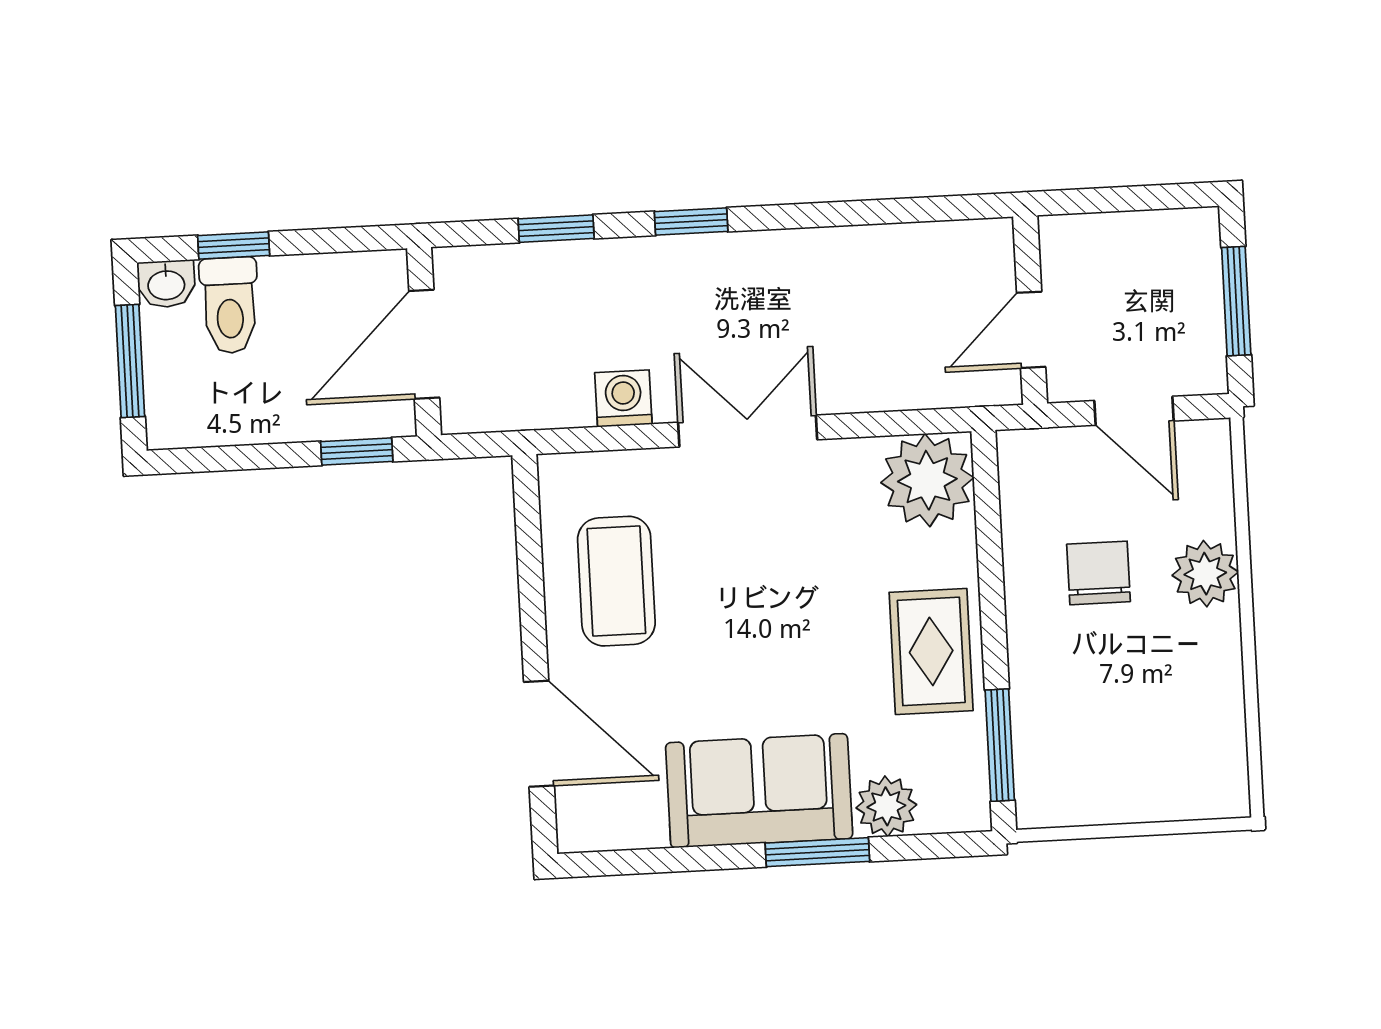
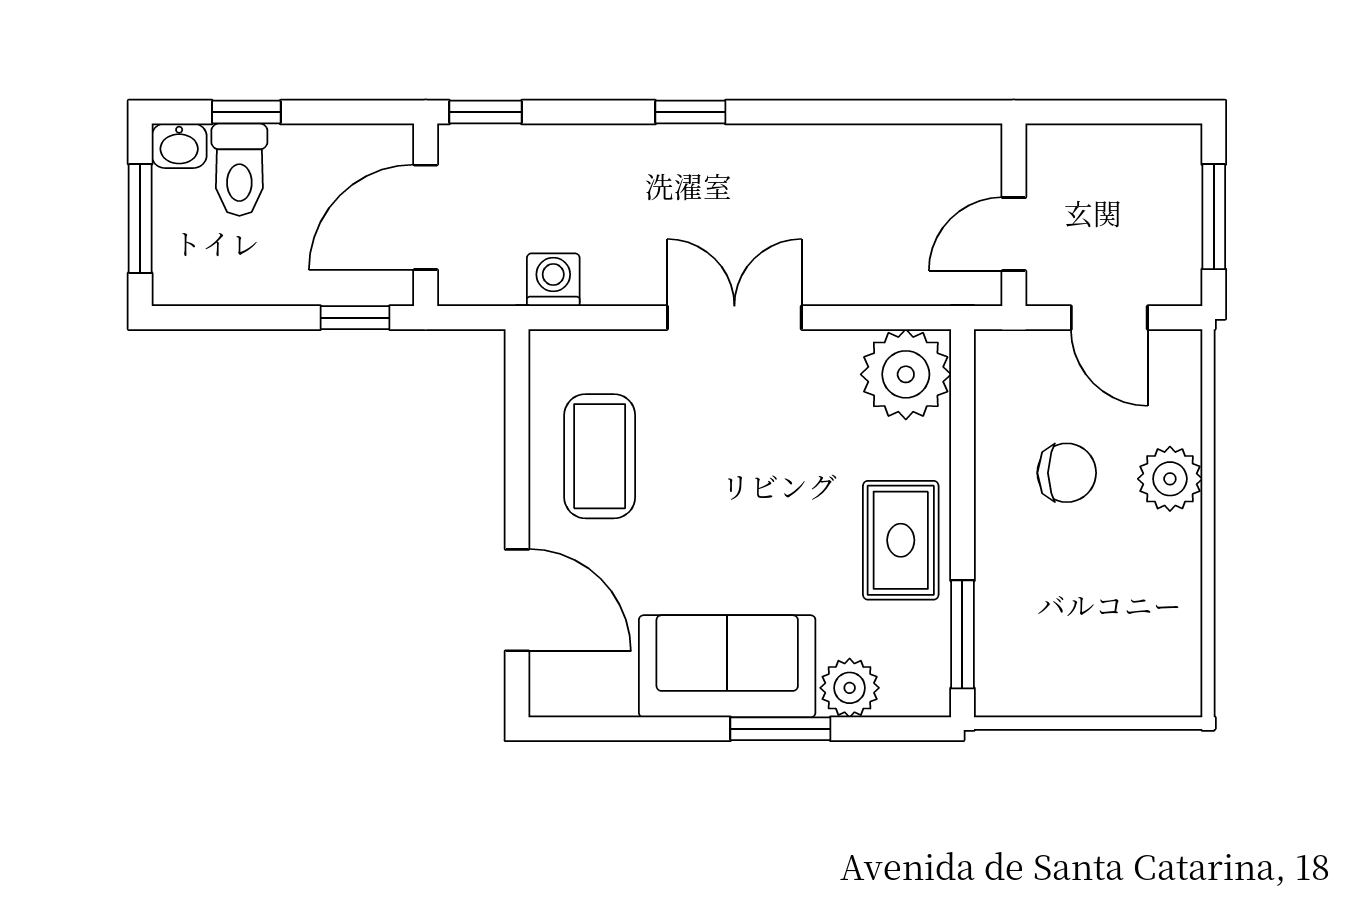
window: (556, 229) -> (486, 112), moved
washing machine: (623, 398) -> (553, 280), moved
chair: (1099, 573) -> (1067, 473), turned 90

